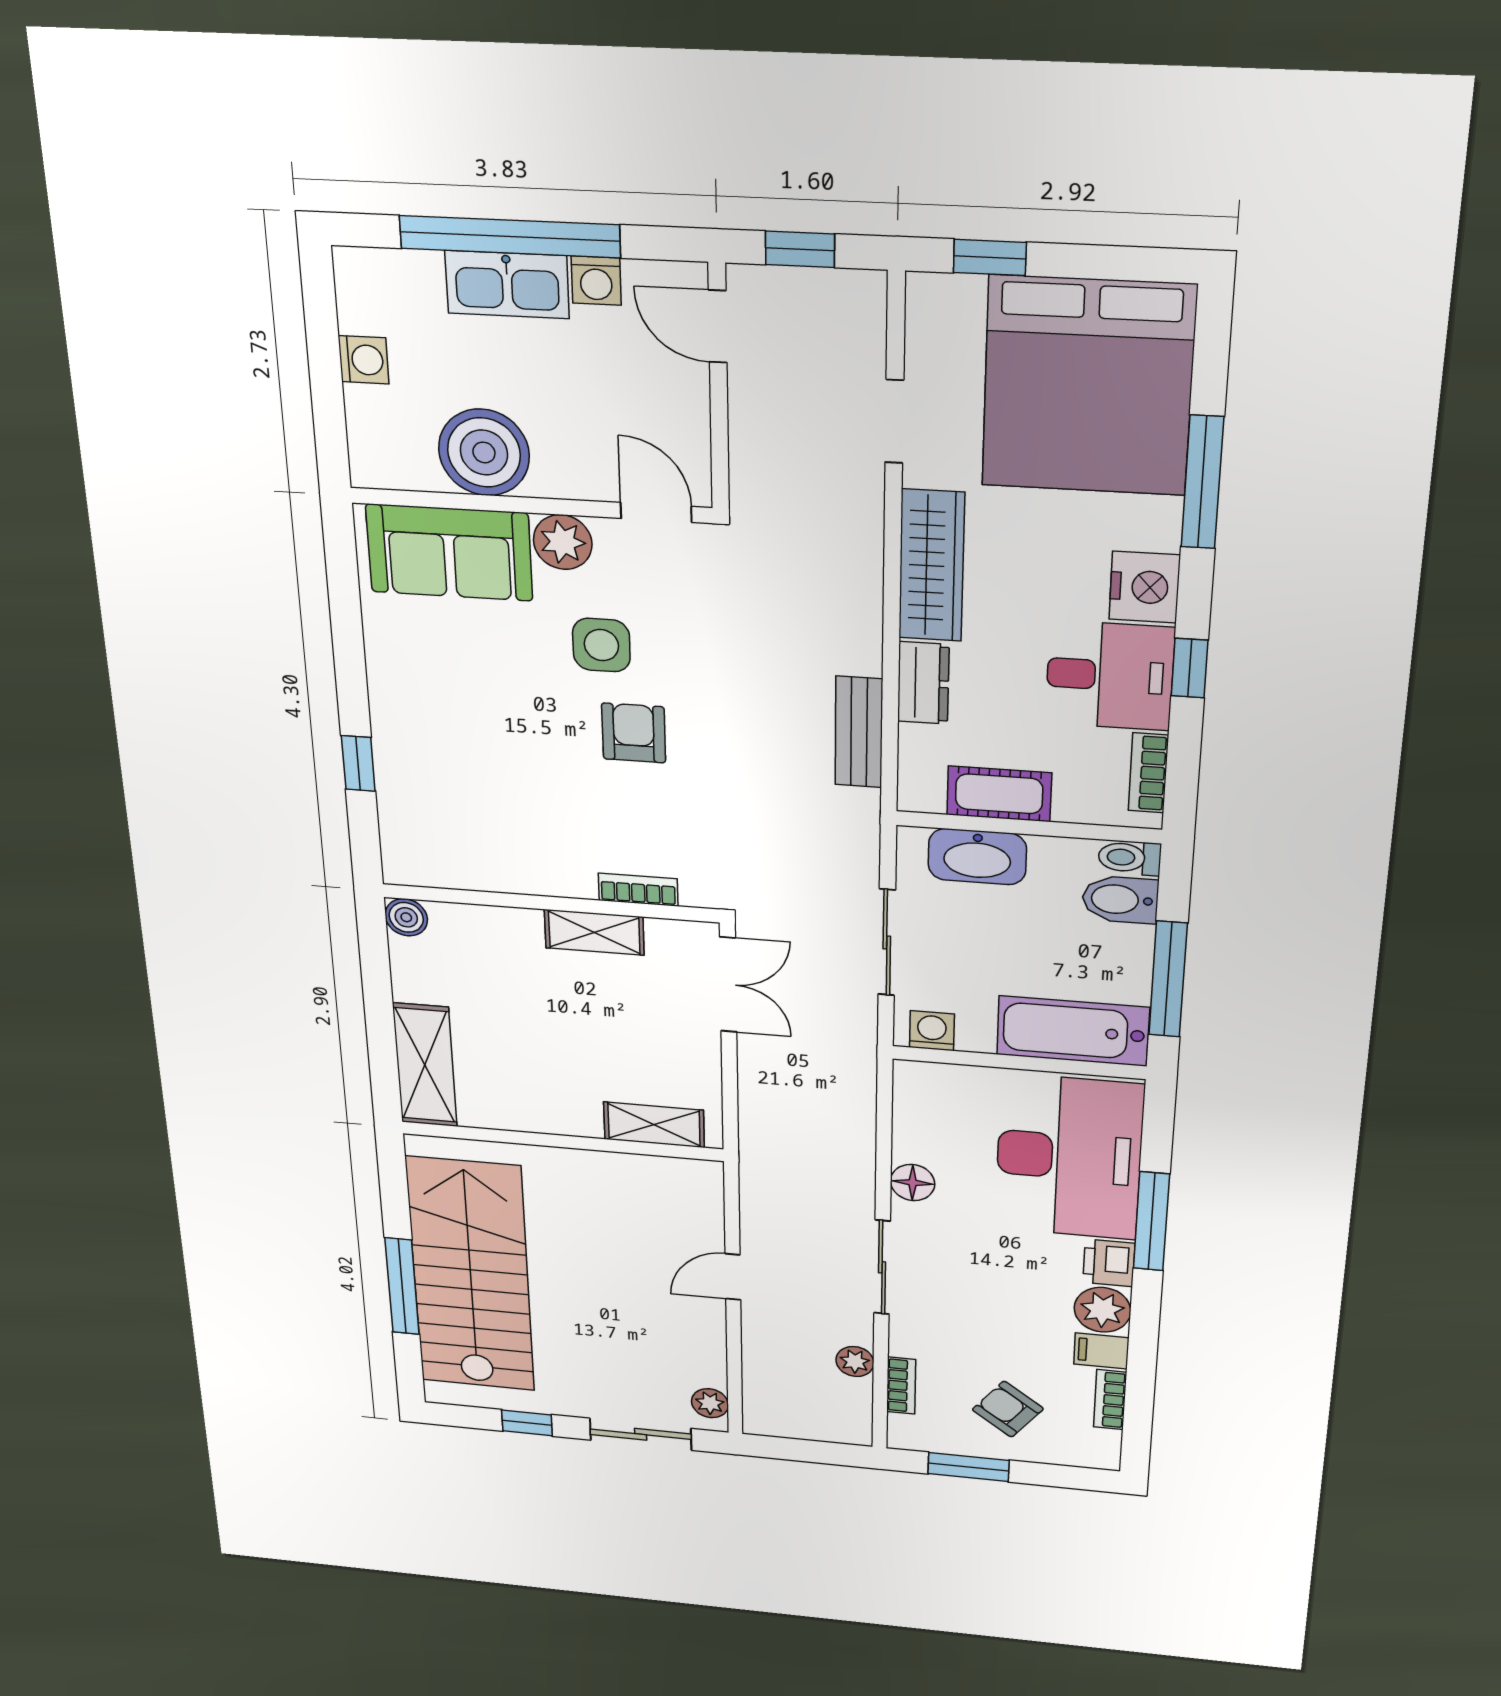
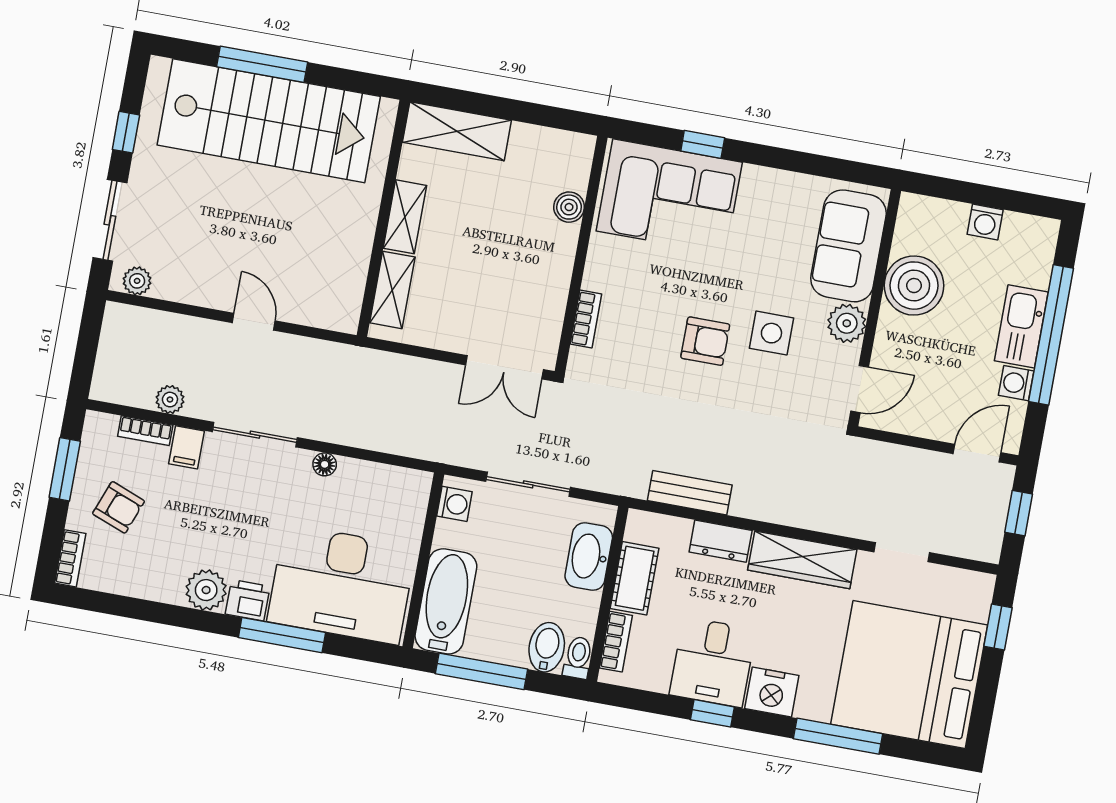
bookcase: (1148, 773) -> (616, 642), moved, turned 90
corner sofa: (442, 799) -> (669, 197), added
boiler: (406, 917) -> (569, 207), moved
shelving: (594, 932) -> (405, 217), moved
floor lamp: (913, 1183) -> (325, 464), width x0.73, depth x0.73
filing cabinet: (1101, 1351) -> (187, 447), moved, turned 180
bookcase: (1110, 1400) -> (70, 558), moved, turned 90
armchair: (1008, 1409) -> (119, 507), turned 74

